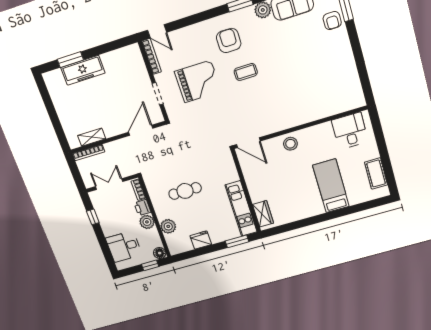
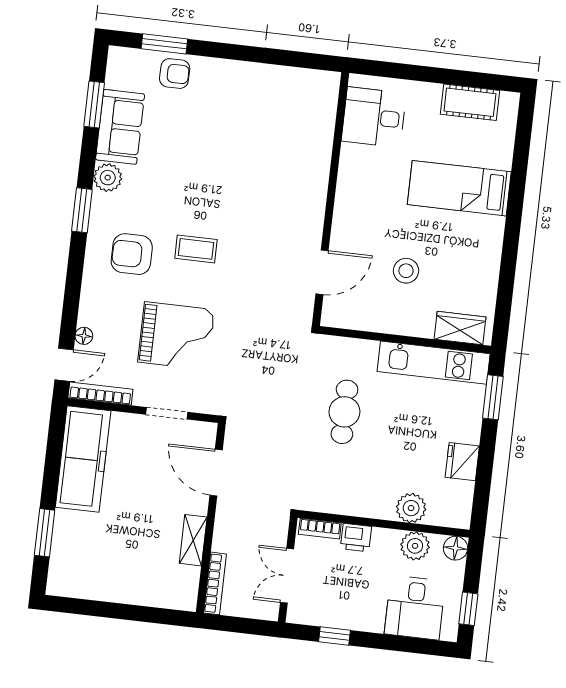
floor lamp: (176, 35) -> (84, 336), added
freezer: (83, 70) -> (83, 459), moved, width x1.36, depth x1.26
coffee table: (246, 72) -> (196, 249), turned 90
grand piano: (198, 81) -> (176, 336), turned 90
shelving: (92, 137) -> (193, 540), moved
door: (248, 143) -> (322, 272), moved
stool: (290, 144) -> (406, 271), moved
cafe table: (185, 191) -> (344, 412), moved
plant: (147, 222) -> (415, 546), moved
window: (150, 265) -> (468, 609), moved

